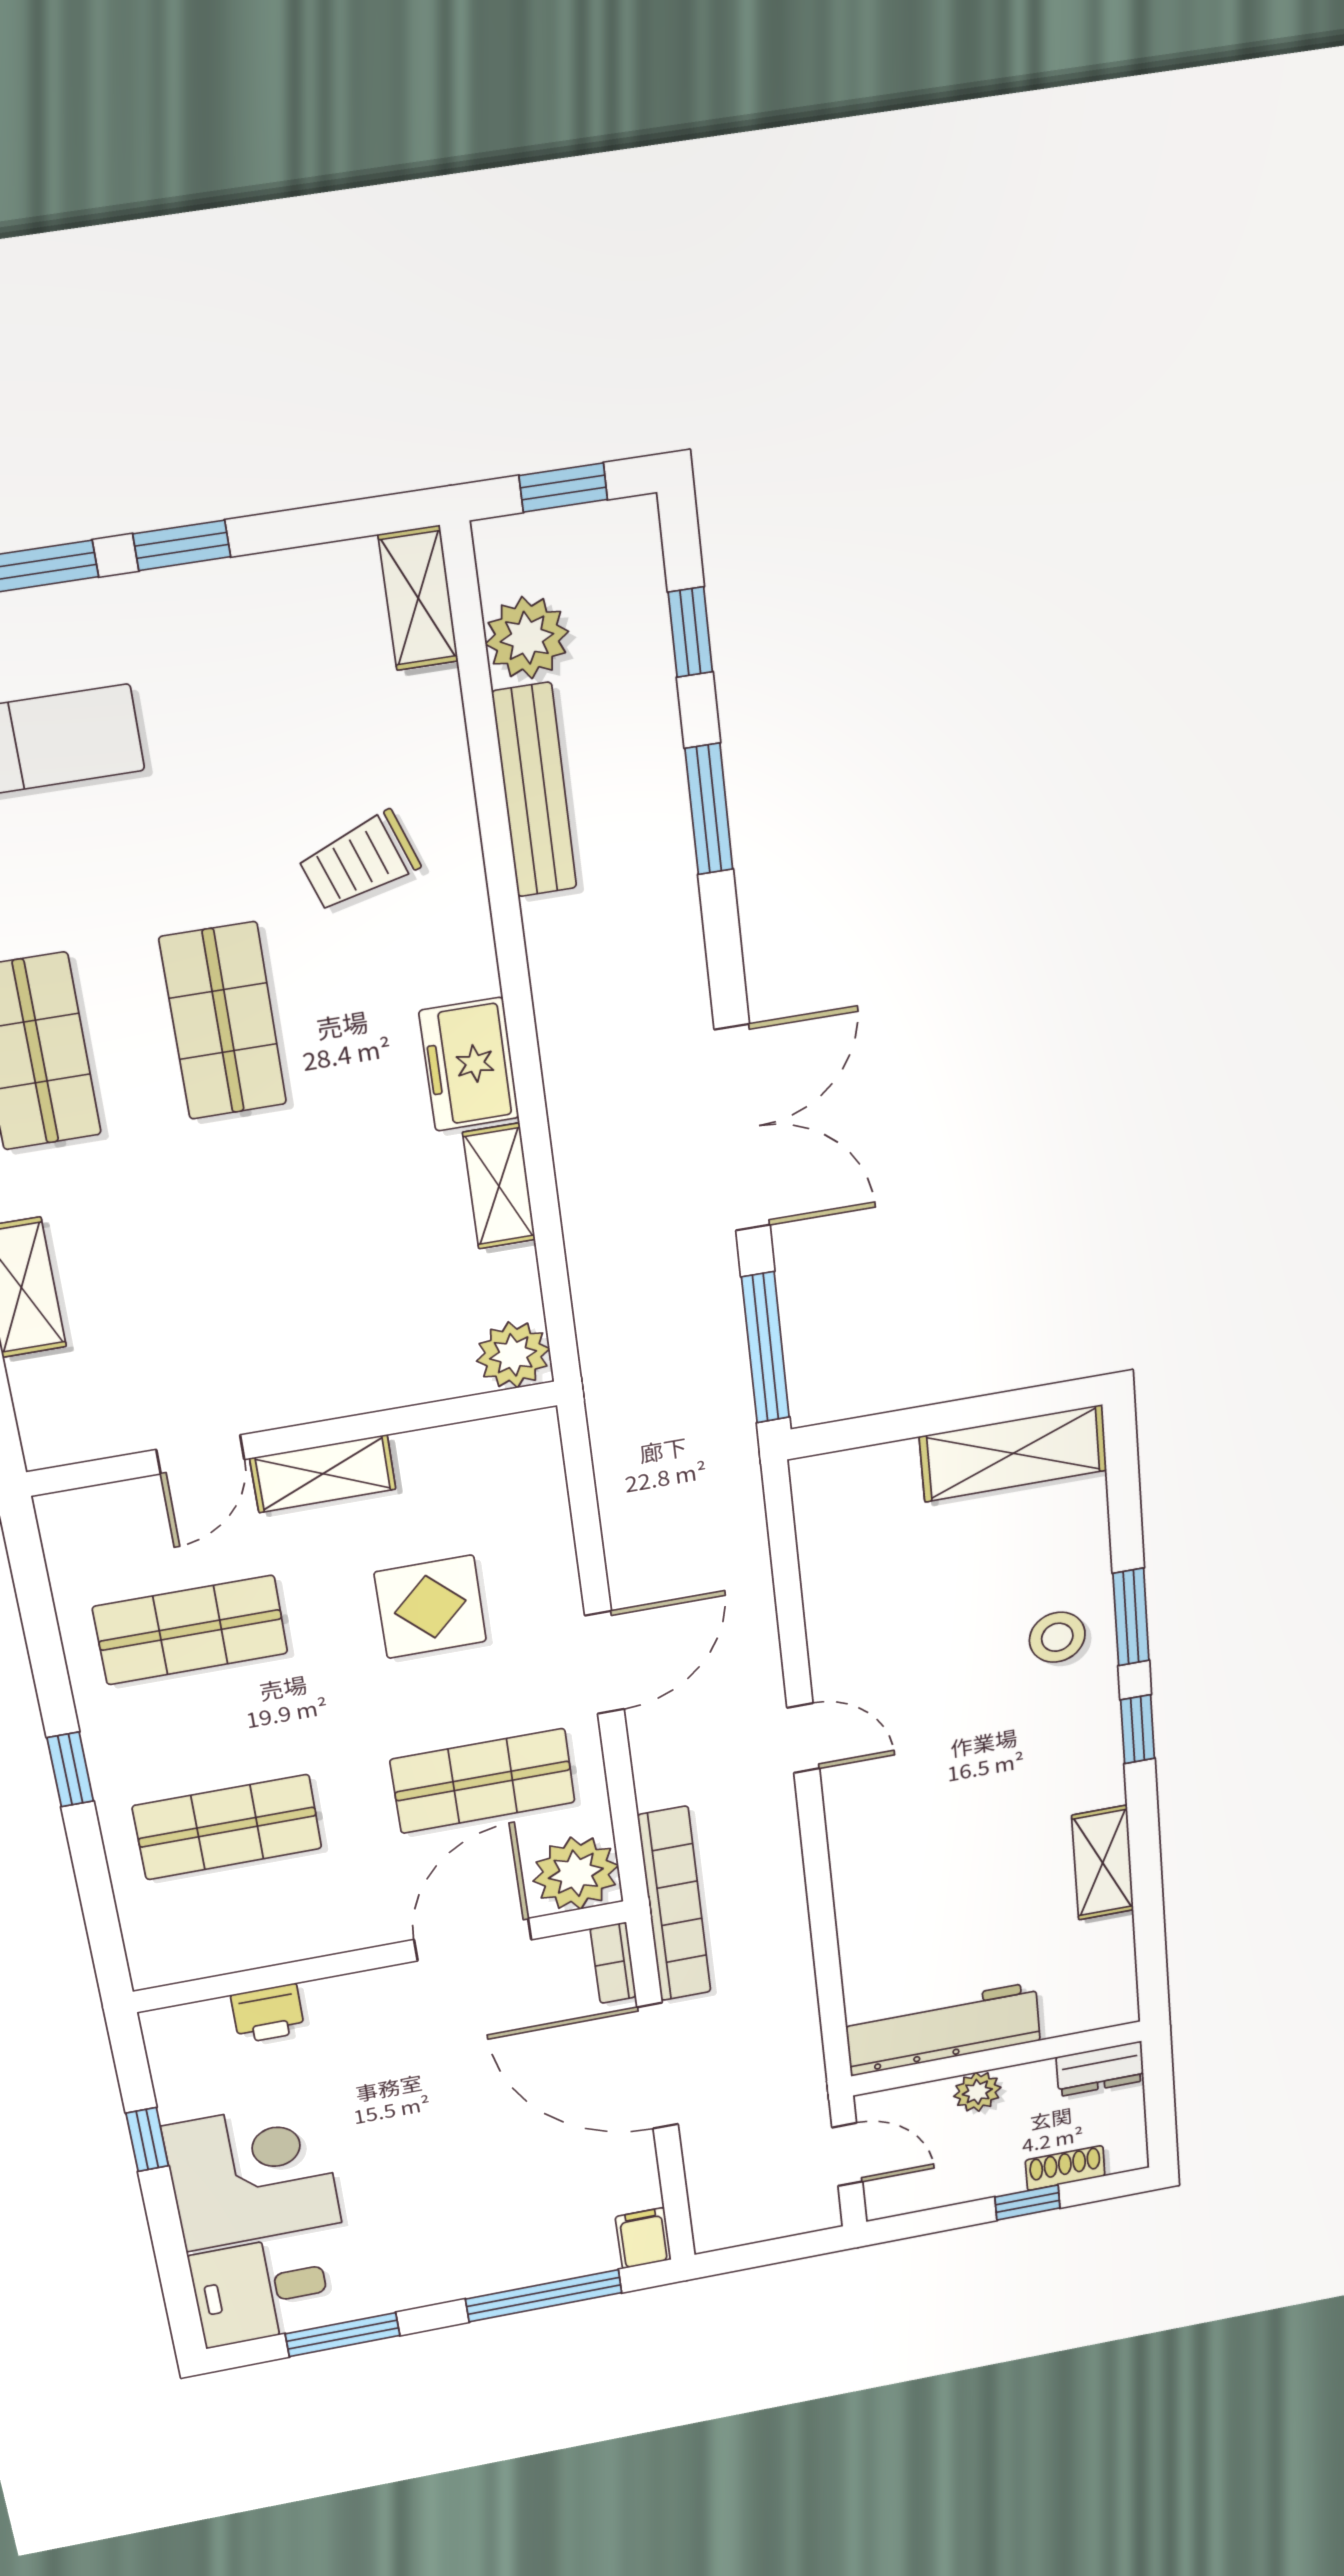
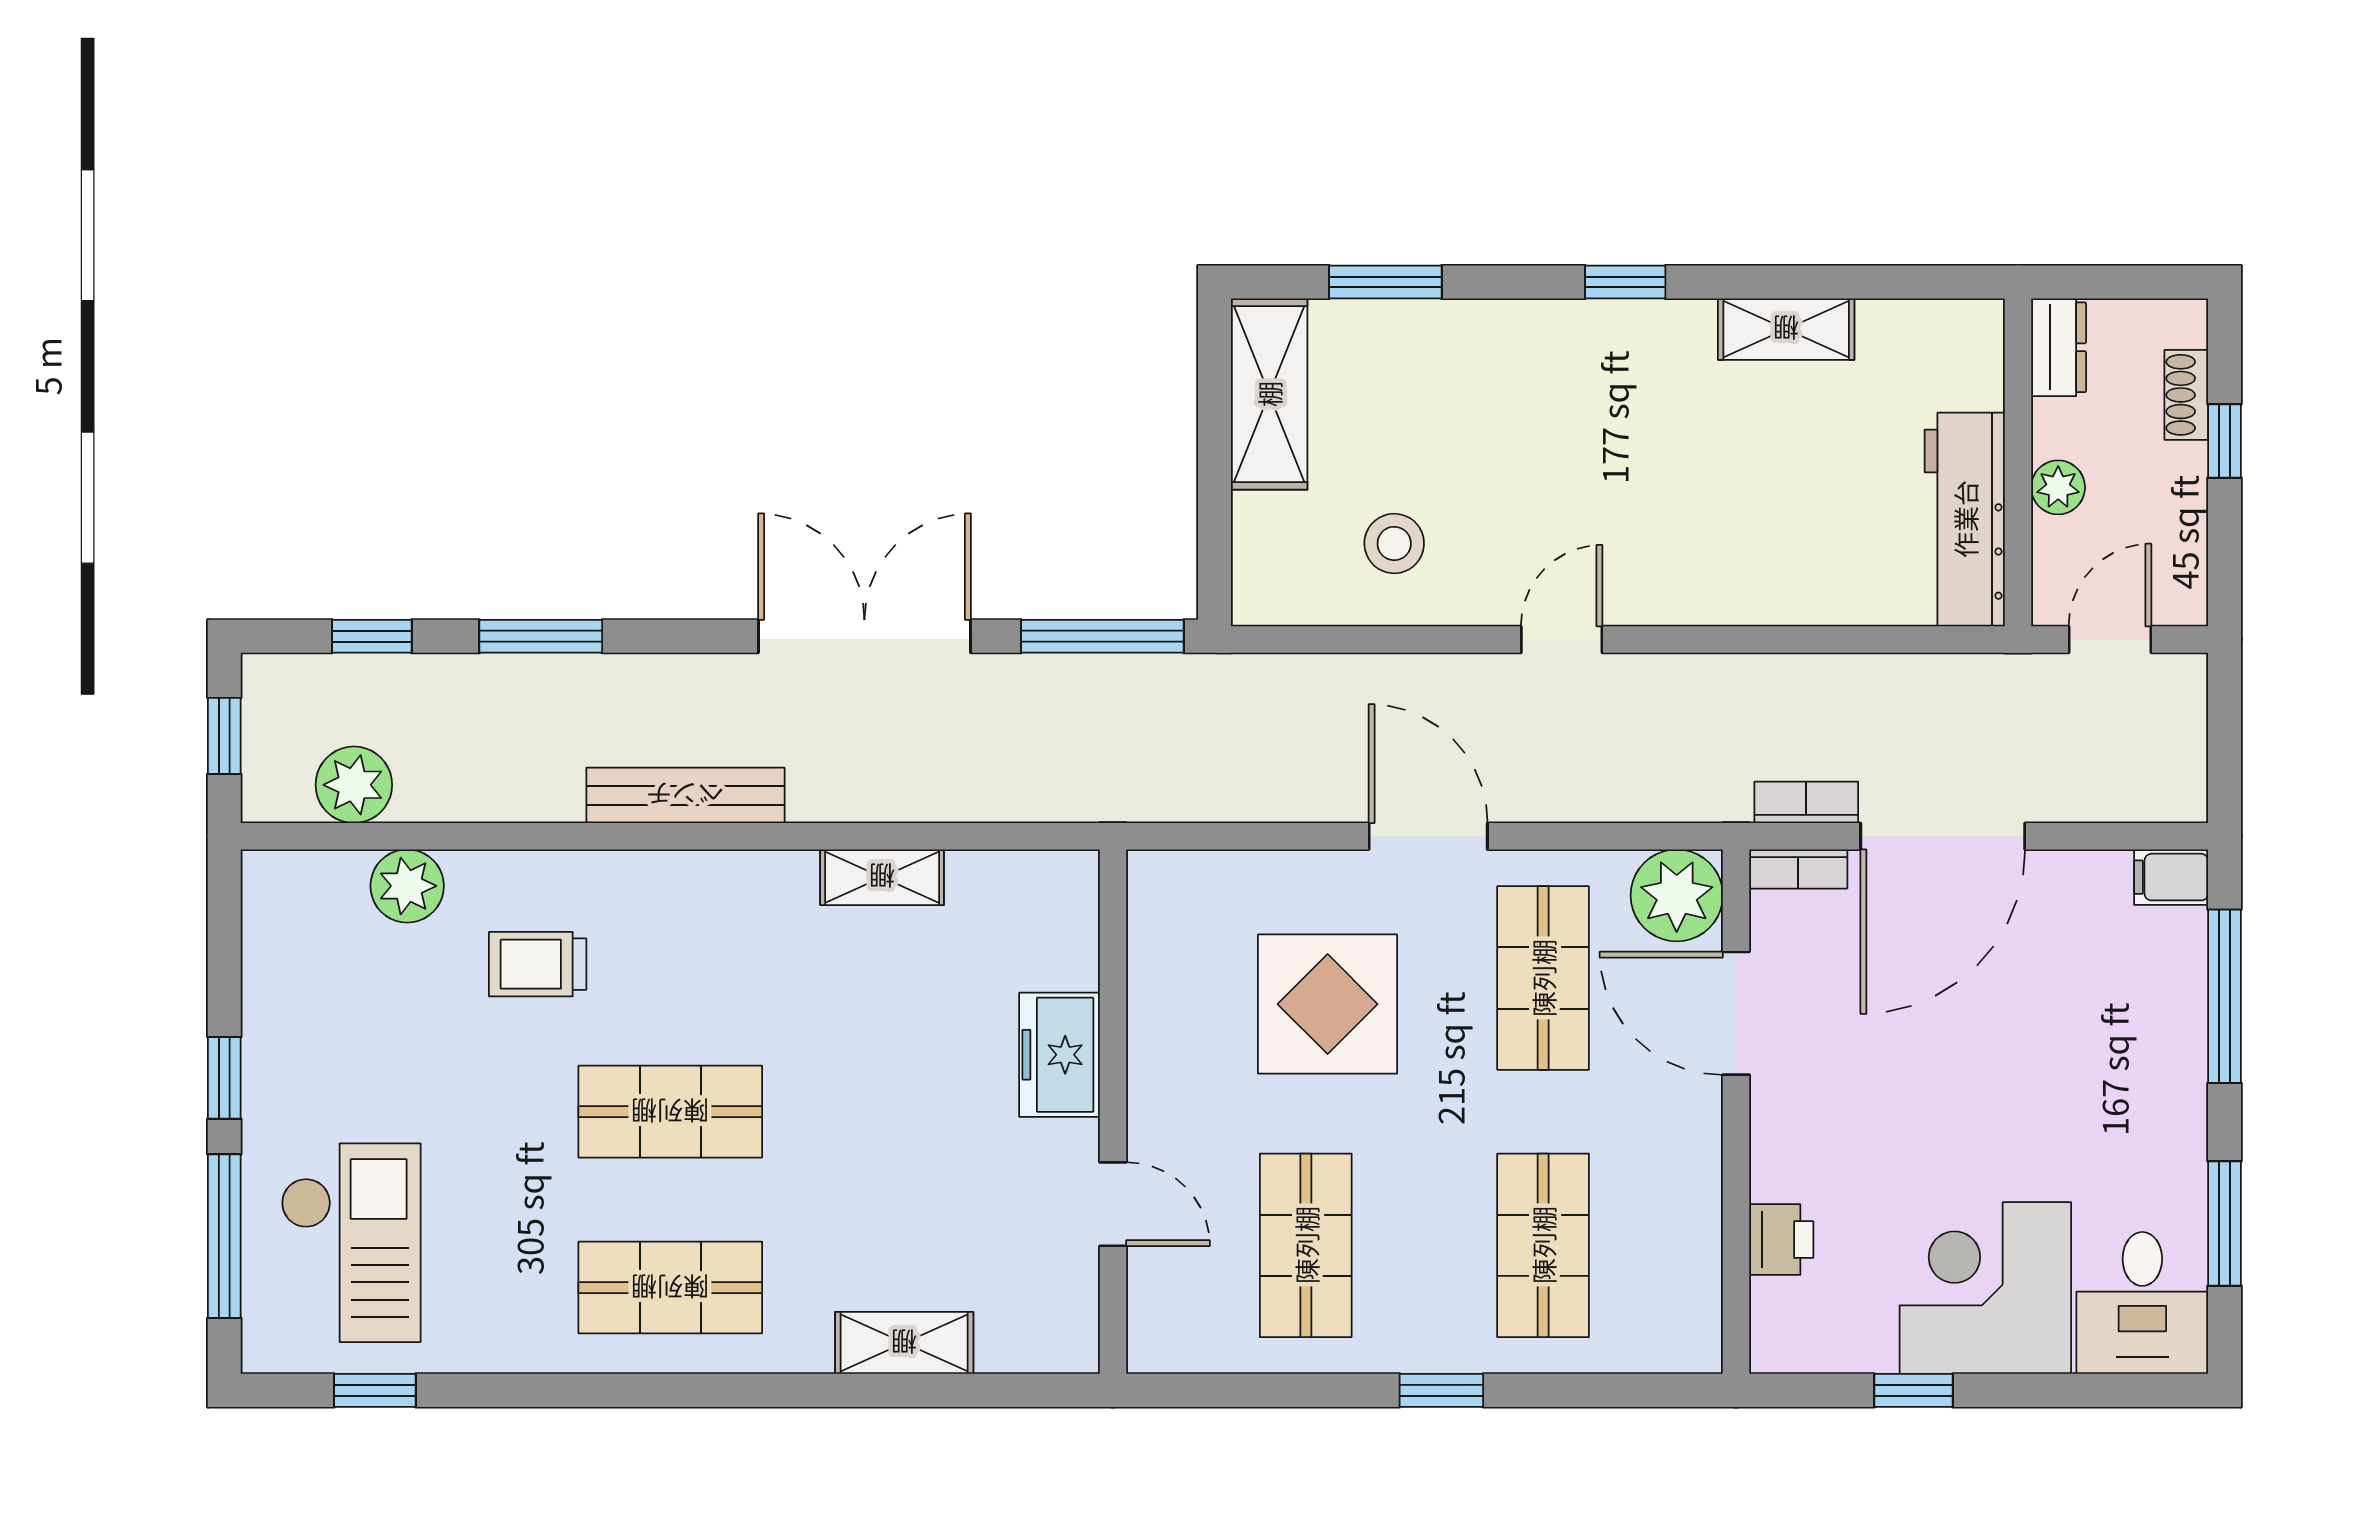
shelving: (418, 598) -> (303, 877), removed
bench: (534, 790) -> (685, 795), moved
trolley: (359, 862) -> (538, 964), turned 109
freezer: (469, 1064) -> (1059, 1055), moved, turned 90
plant: (513, 1355) -> (407, 886), moved
shelving: (323, 1474) -> (1157, 1089), removed
display table: (430, 1607) -> (1328, 1004), width x1.36, depth x1.36
window: (1131, 1617) -> (1385, 282), moved
stool: (1057, 1637) -> (1394, 543), moved
bookcase: (674, 1904) -> (1806, 802), width x0.43, depth x0.76

